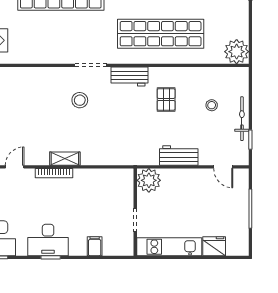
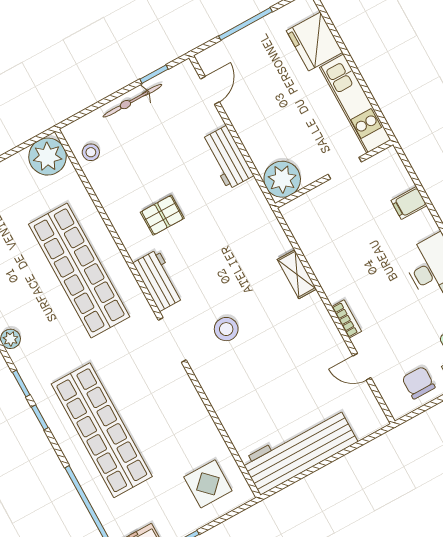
stool: (212, 105) -> (91, 152), moved
shelving: (65, 159) -> (297, 274), moved
bookcase: (54, 173) -> (347, 319), width x0.64
fridge: (214, 246) -> (315, 41), width x1.36, depth x1.34

